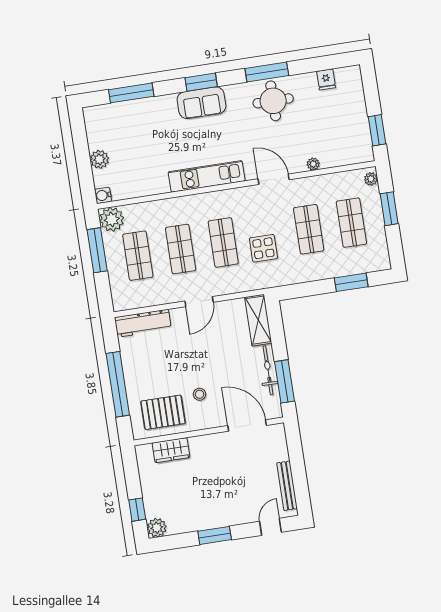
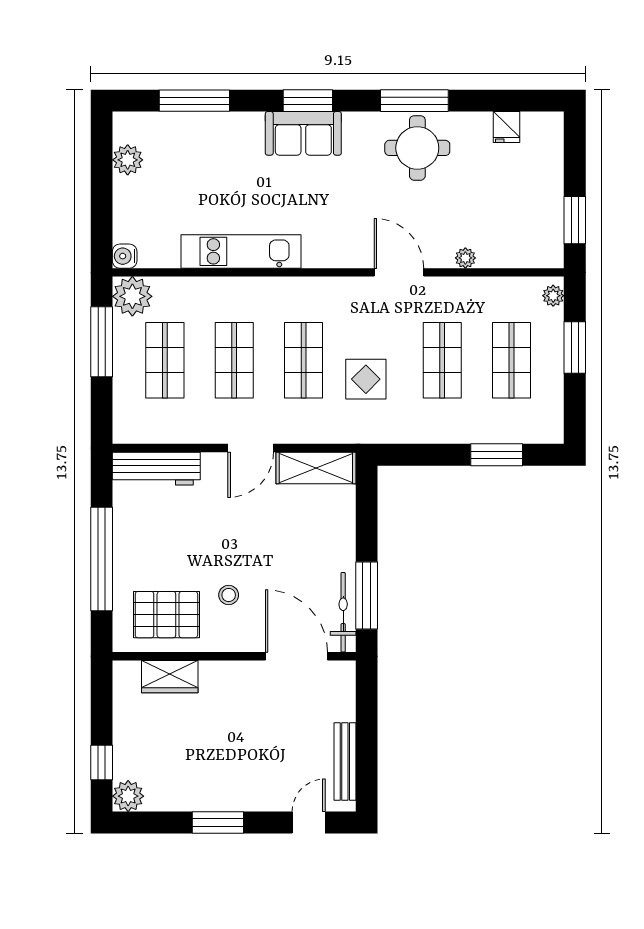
plant: (99, 159) -> (128, 160), moved
kitchen unit: (207, 176) -> (241, 251), moved
shelving: (258, 320) -> (316, 468), moved, turned 90
bicycle: (268, 370) -> (343, 612), moved

